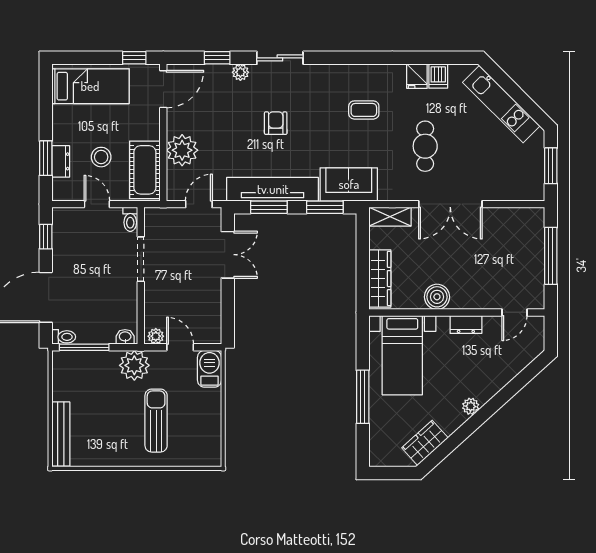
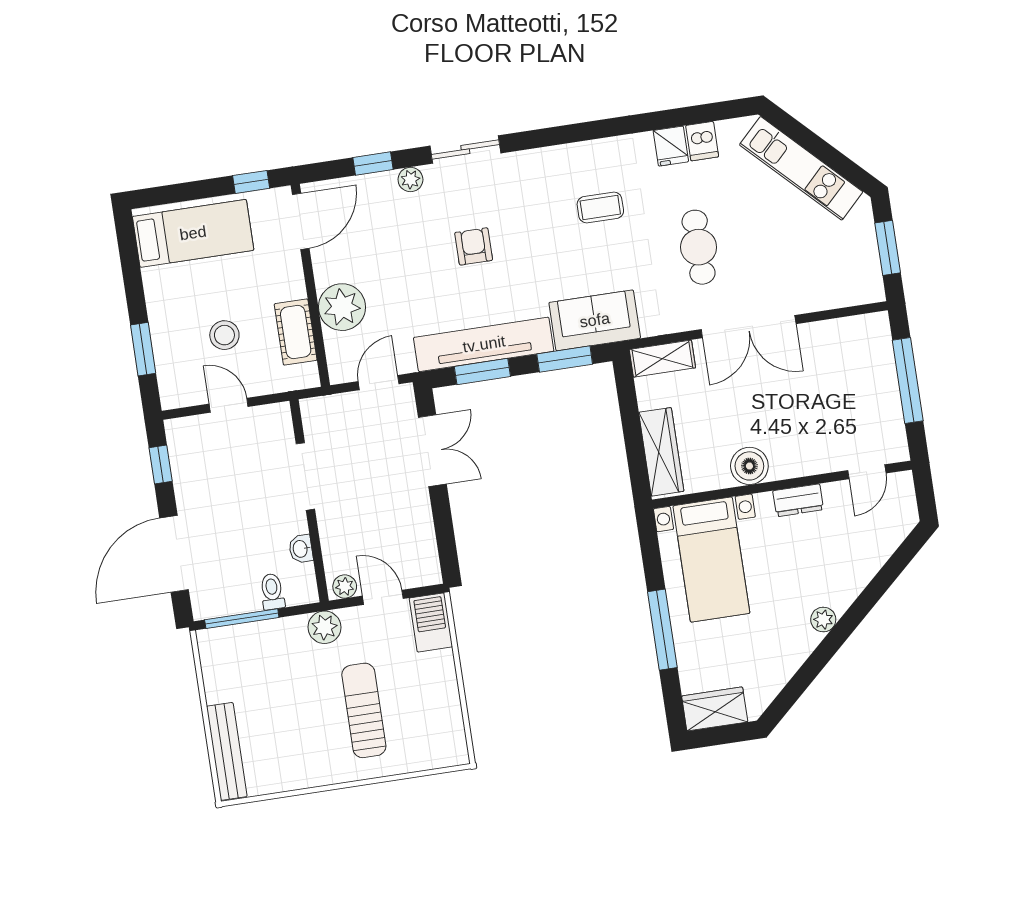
dresser: (61, 161) -> (166, 351), removed
cot: (145, 170) -> (296, 332), width x0.73, depth x0.75
toilet: (130, 219) -> (281, 420), removed
toilet: (64, 337) -> (272, 592), moved, turned -90
washbasin: (125, 337) -> (301, 549), moved, turned -90
plant: (134, 365) -> (325, 627), width x0.73, depth x0.73
wardrobe: (425, 443) -> (715, 709), moved, turned 42

